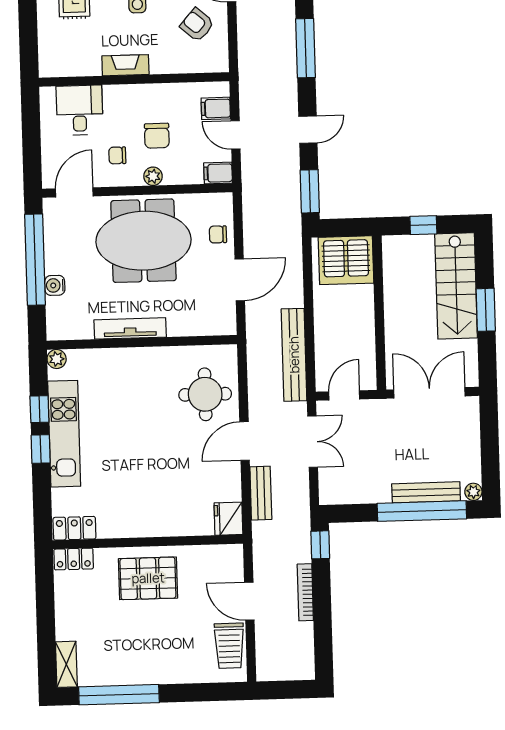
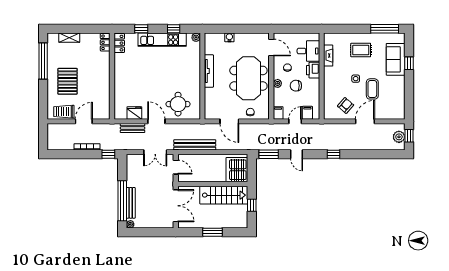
window: (306, 48) -> (333, 154), width x0.46
fireplace: (125, 65) -> (328, 56), moved
printer: (121, 99) -> (313, 70), added
window: (35, 260) -> (241, 29), removed
stairs: (456, 286) -> (224, 195), moved, turned 180
window: (41, 449) -> (141, 29), moved
fridge: (228, 519) -> (134, 113), moved
pallet: (148, 578) -> (68, 81), moved
shelving: (66, 664) -> (69, 38), moved

